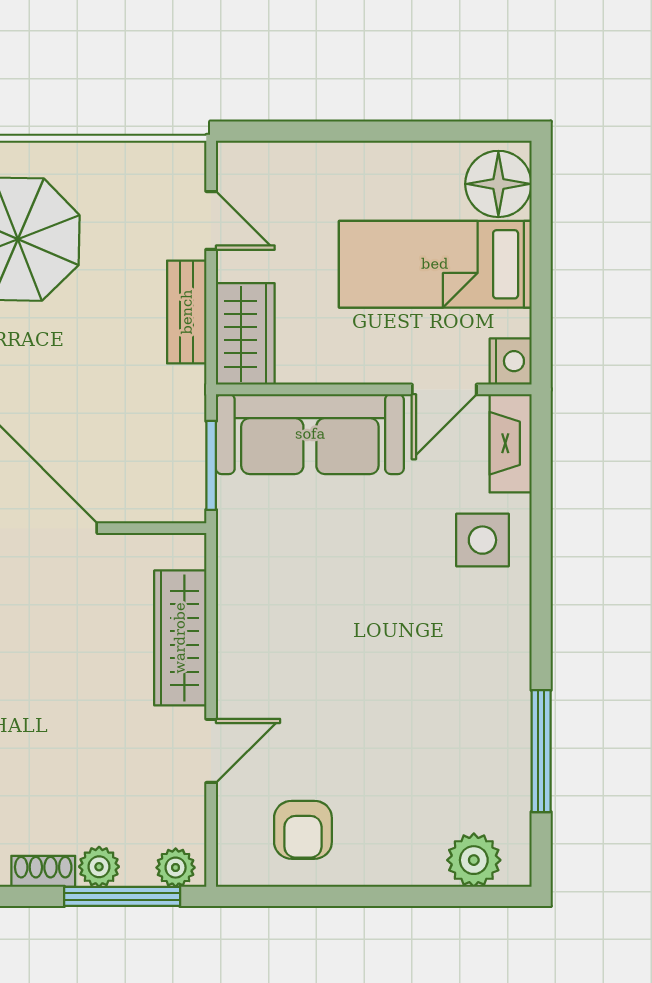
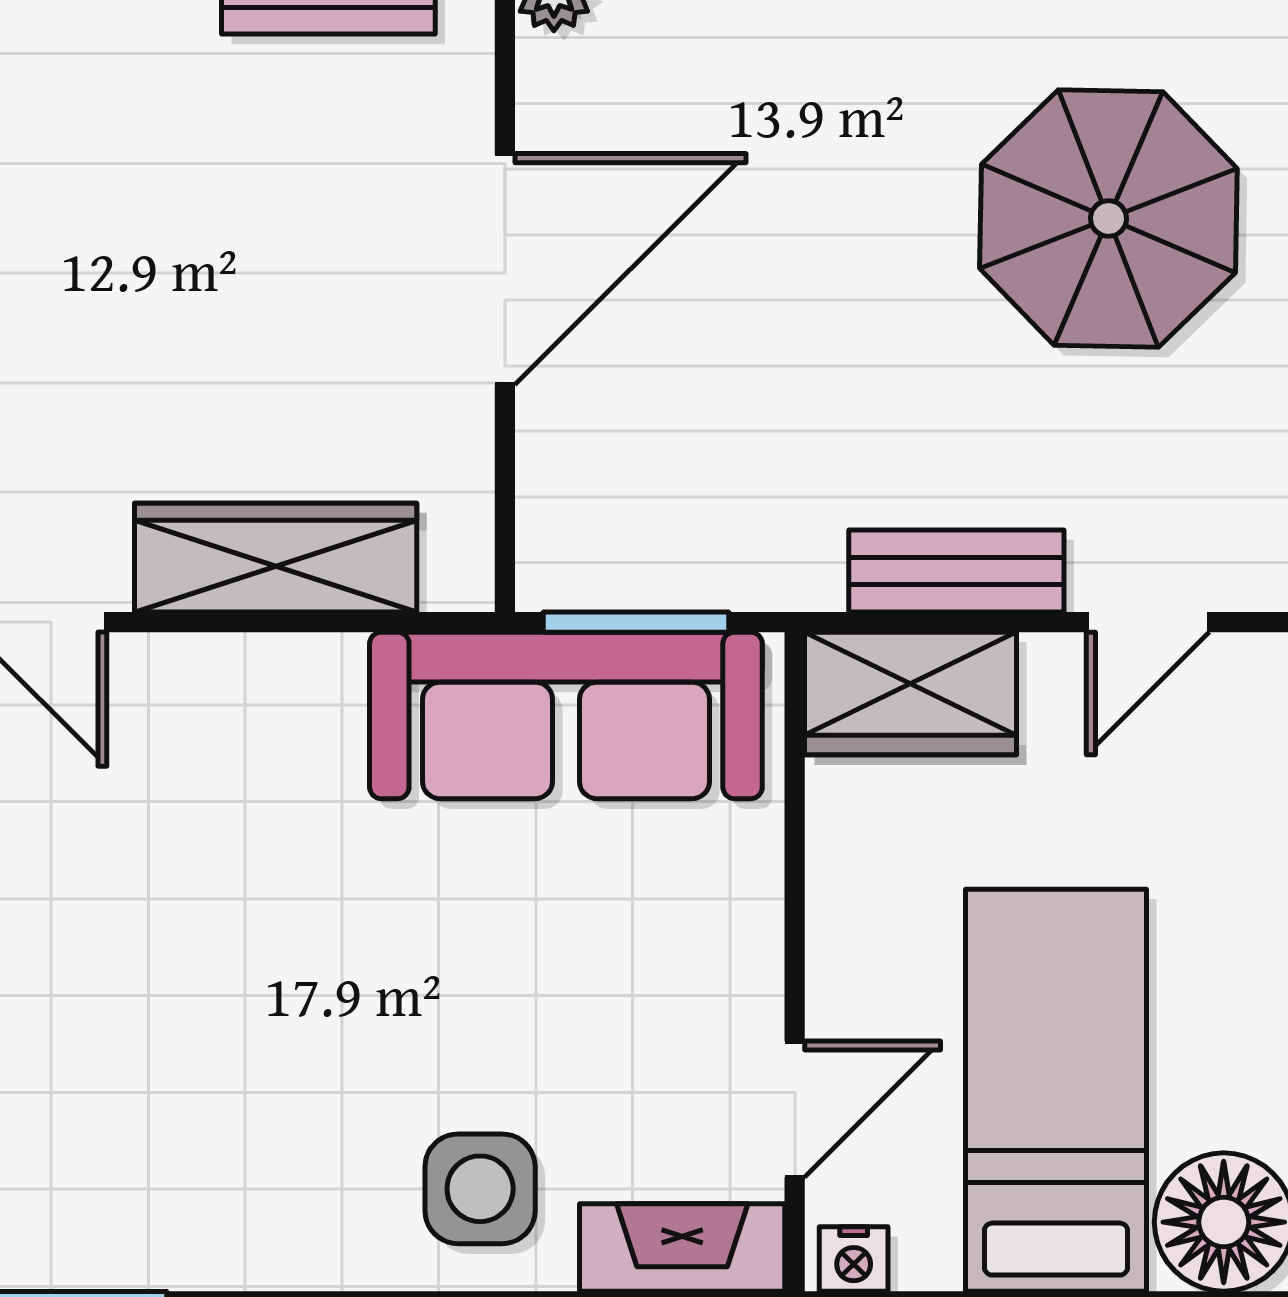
nightstand: (511, 361) -> (854, 1259), width x0.72, depth x0.74
door: (444, 389) -> (795, 1109), swing flipped
sofa: (310, 434) -> (566, 715), moved, turned -90

